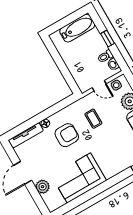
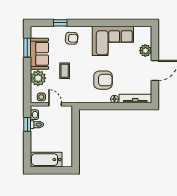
window: (107, 39) -> (27, 124), moved
coffee table: (93, 119) -> (65, 71), moved
armchair: (67, 135) -> (103, 80), turned 180
armchair: (120, 158) -> (72, 38), added

